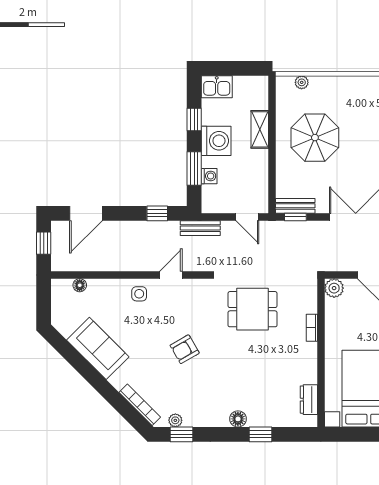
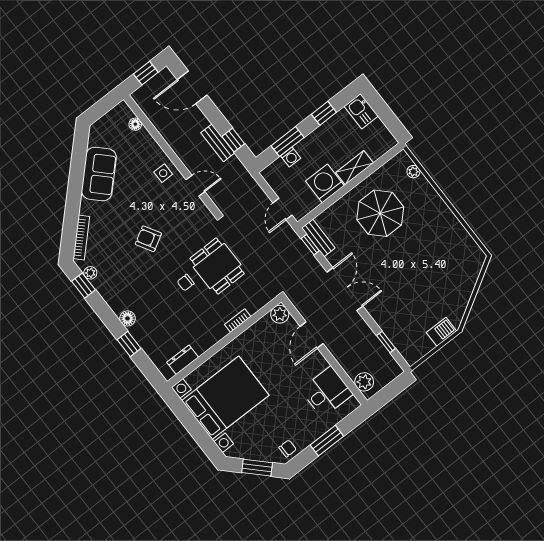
washing machine: (216, 141) -> (325, 183), moved, turned 180
bench: (200, 228) -> (218, 143), moved
chair: (246, 347) -> (186, 283), added

